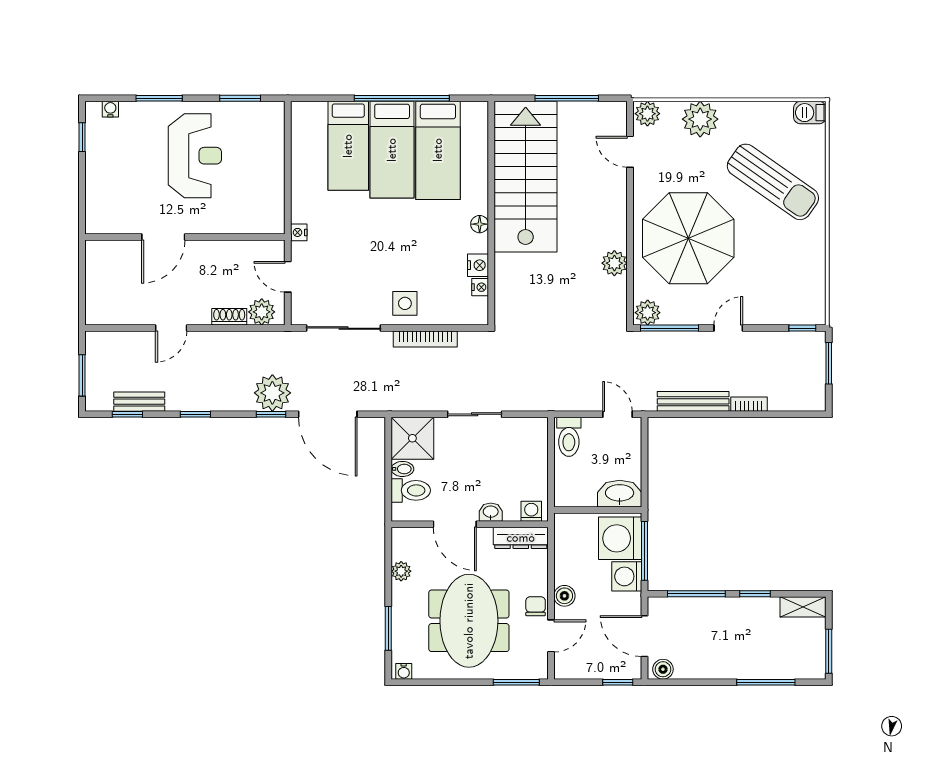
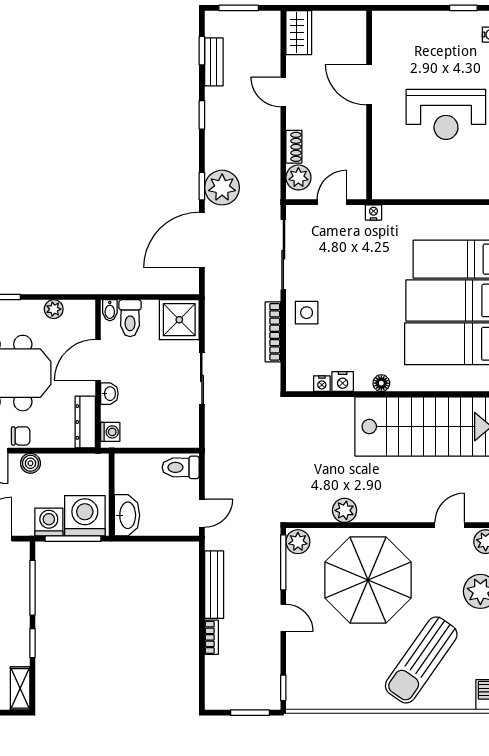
wardrobe: (108, 312) -> (299, 33), added
bidet: (402, 469) -> (110, 310), moved

